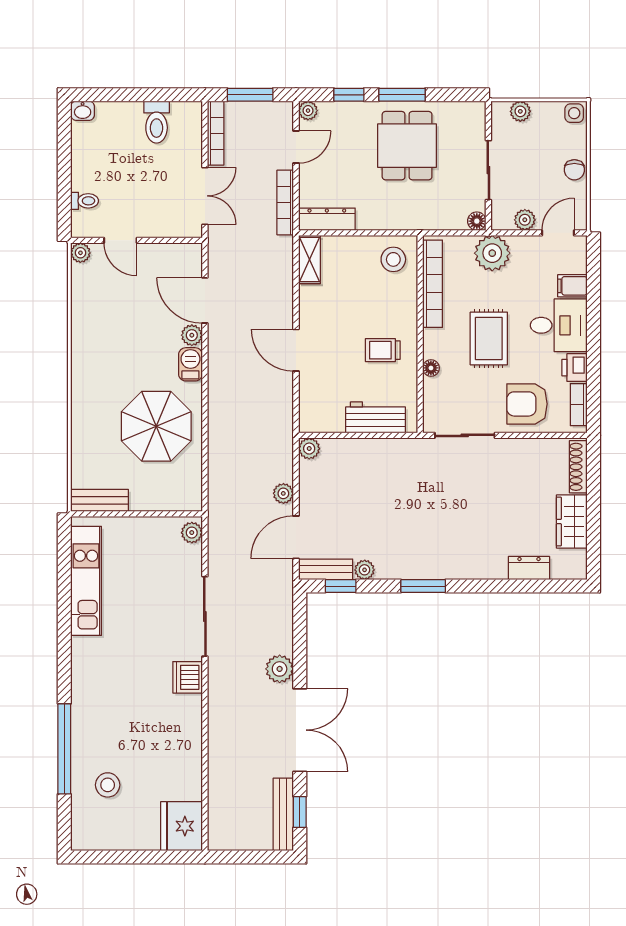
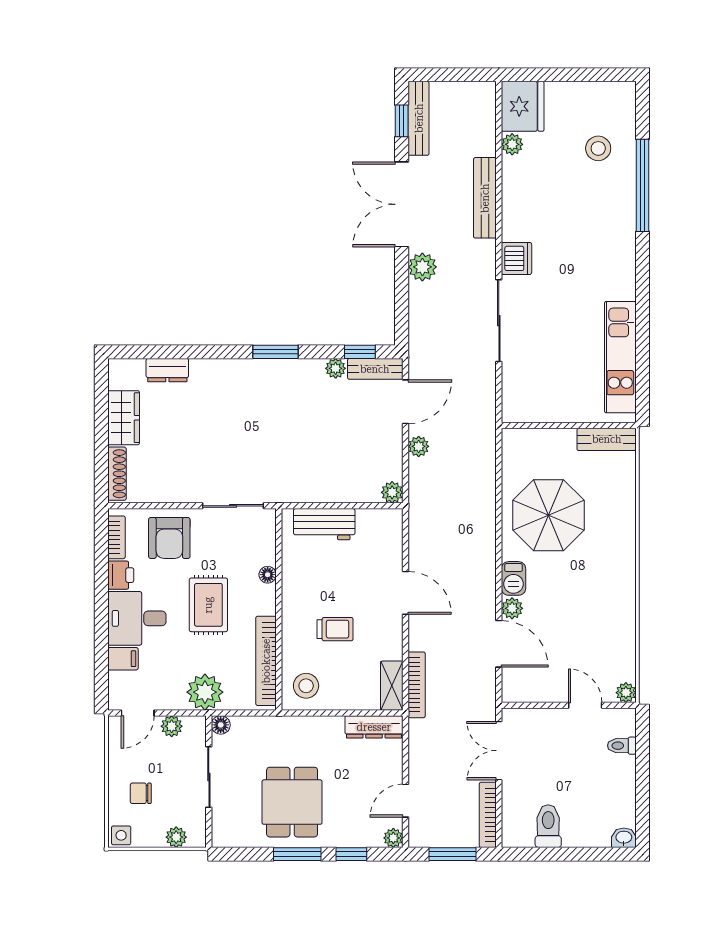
chair: (574, 170) -> (141, 793), moved, turned -90
bookcase: (285, 203) -> (417, 685), moved
trolley: (383, 350) -> (335, 629), moved
armchair: (527, 404) -> (169, 538), turned 90
plant: (192, 533) -> (512, 144), moved
bench: (218, 737) -> (485, 198), added

